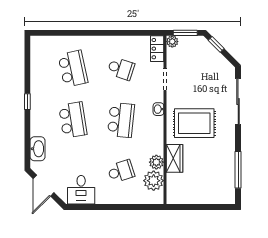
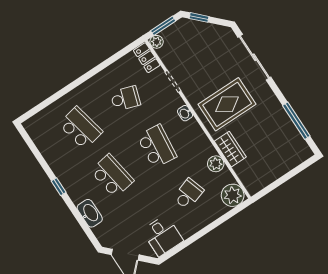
washbasin: (38, 149) -> (90, 213), moved
plant: (154, 181) -> (233, 195), moved

